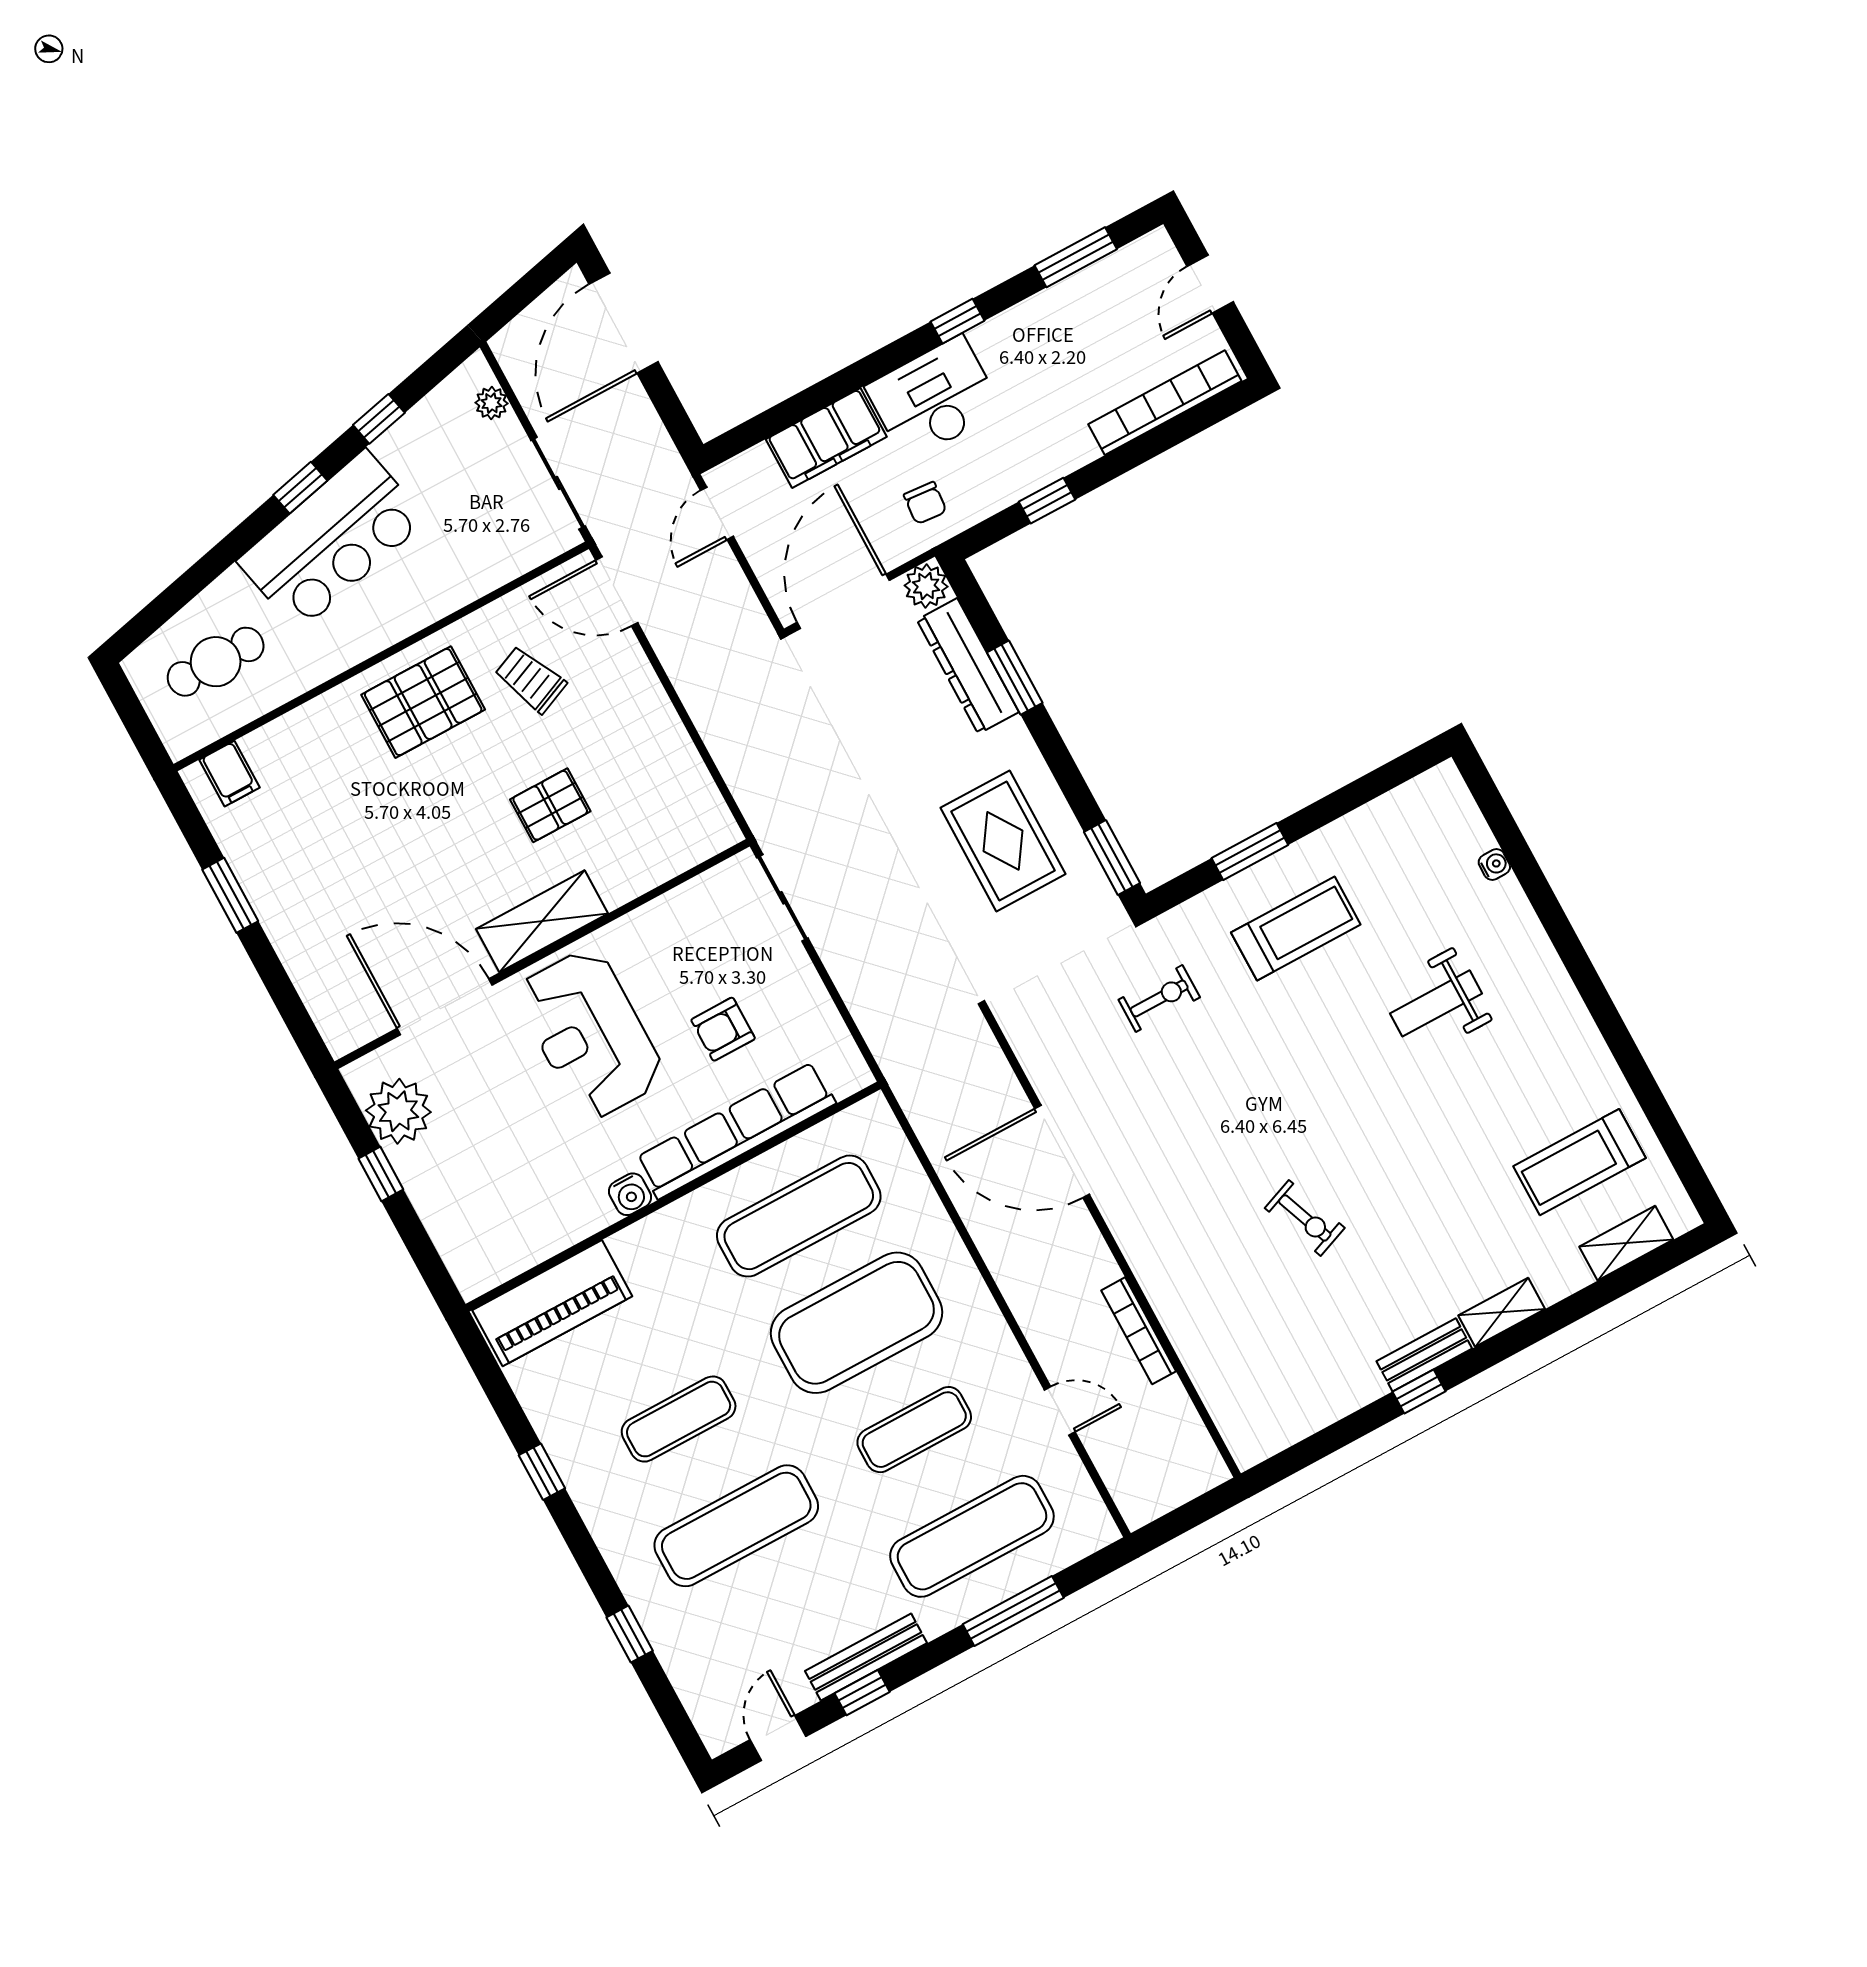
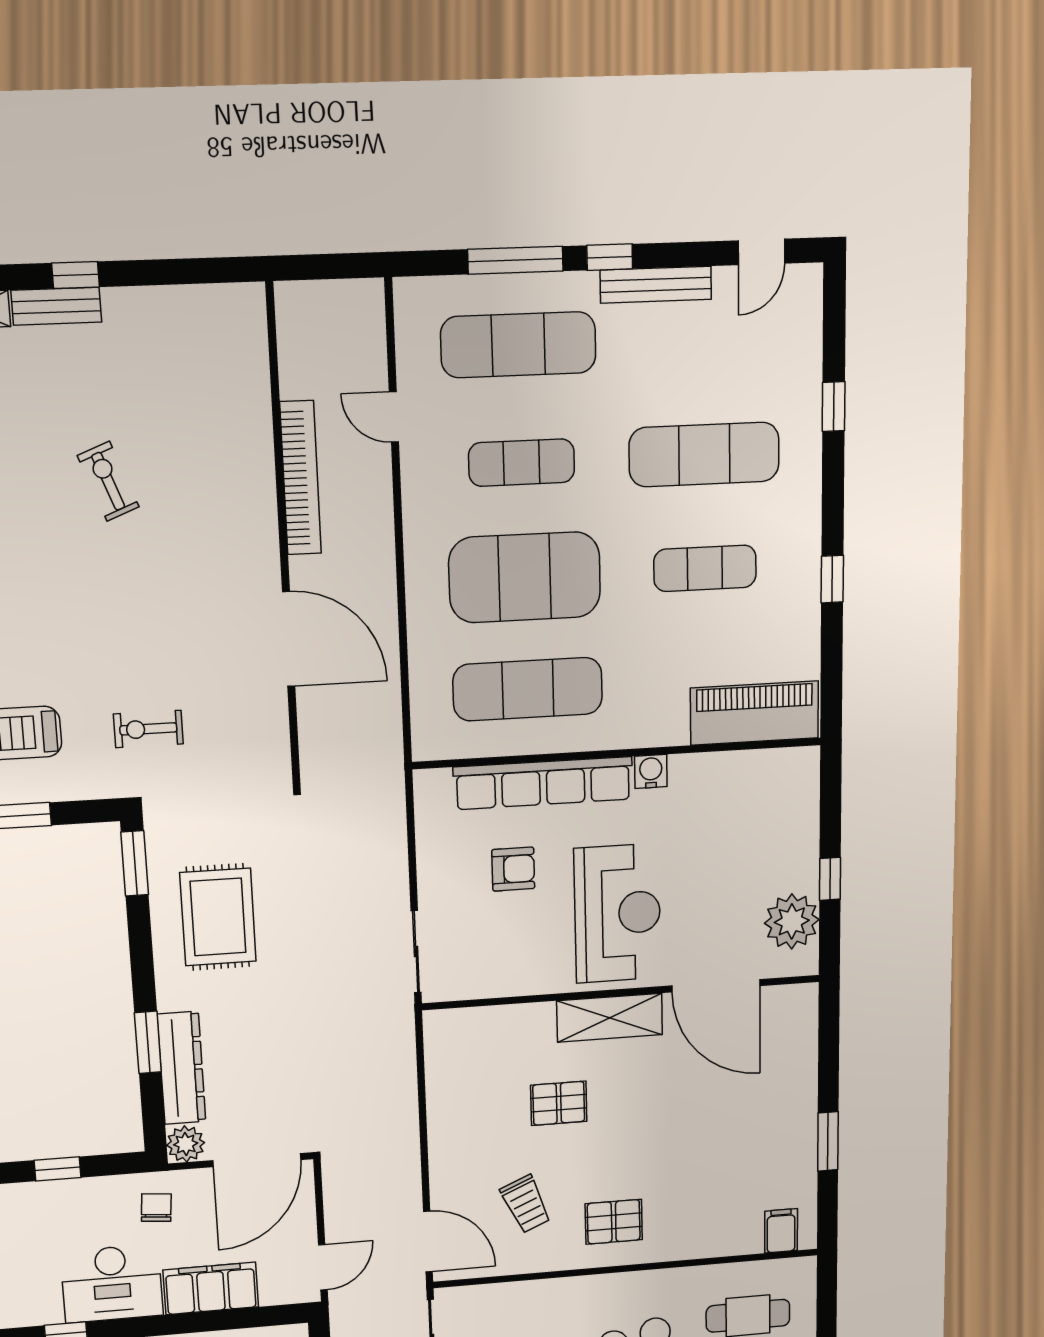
pallet: (423, 702) -> (614, 1222), width x0.67, depth x0.71
bookcase: (1139, 1331) -> (301, 478), width x1.48, depth x1.31
window: (862, 1693) -> (610, 257), moved

